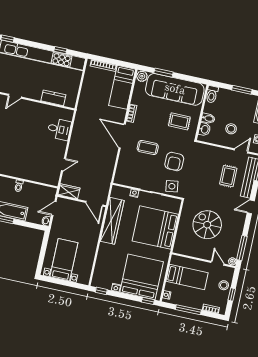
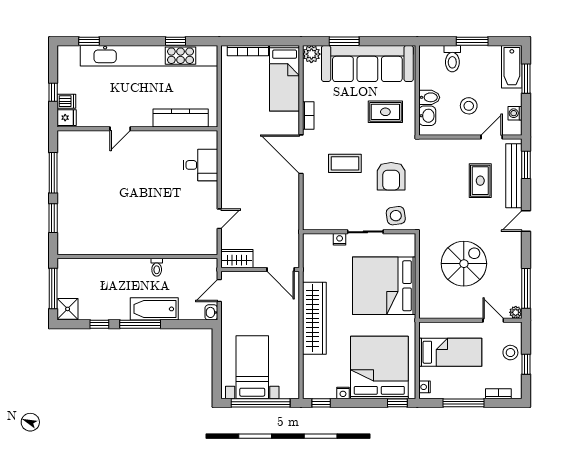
toilet: (212, 94) -> (452, 59), moved
kitchen counter: (53, 98) -> (181, 118), width x1.50
wardrobe: (112, 221) -> (314, 318), moved
spiral stairs: (207, 225) -> (464, 264), turned 90
window: (64, 283) -> (261, 403), added

